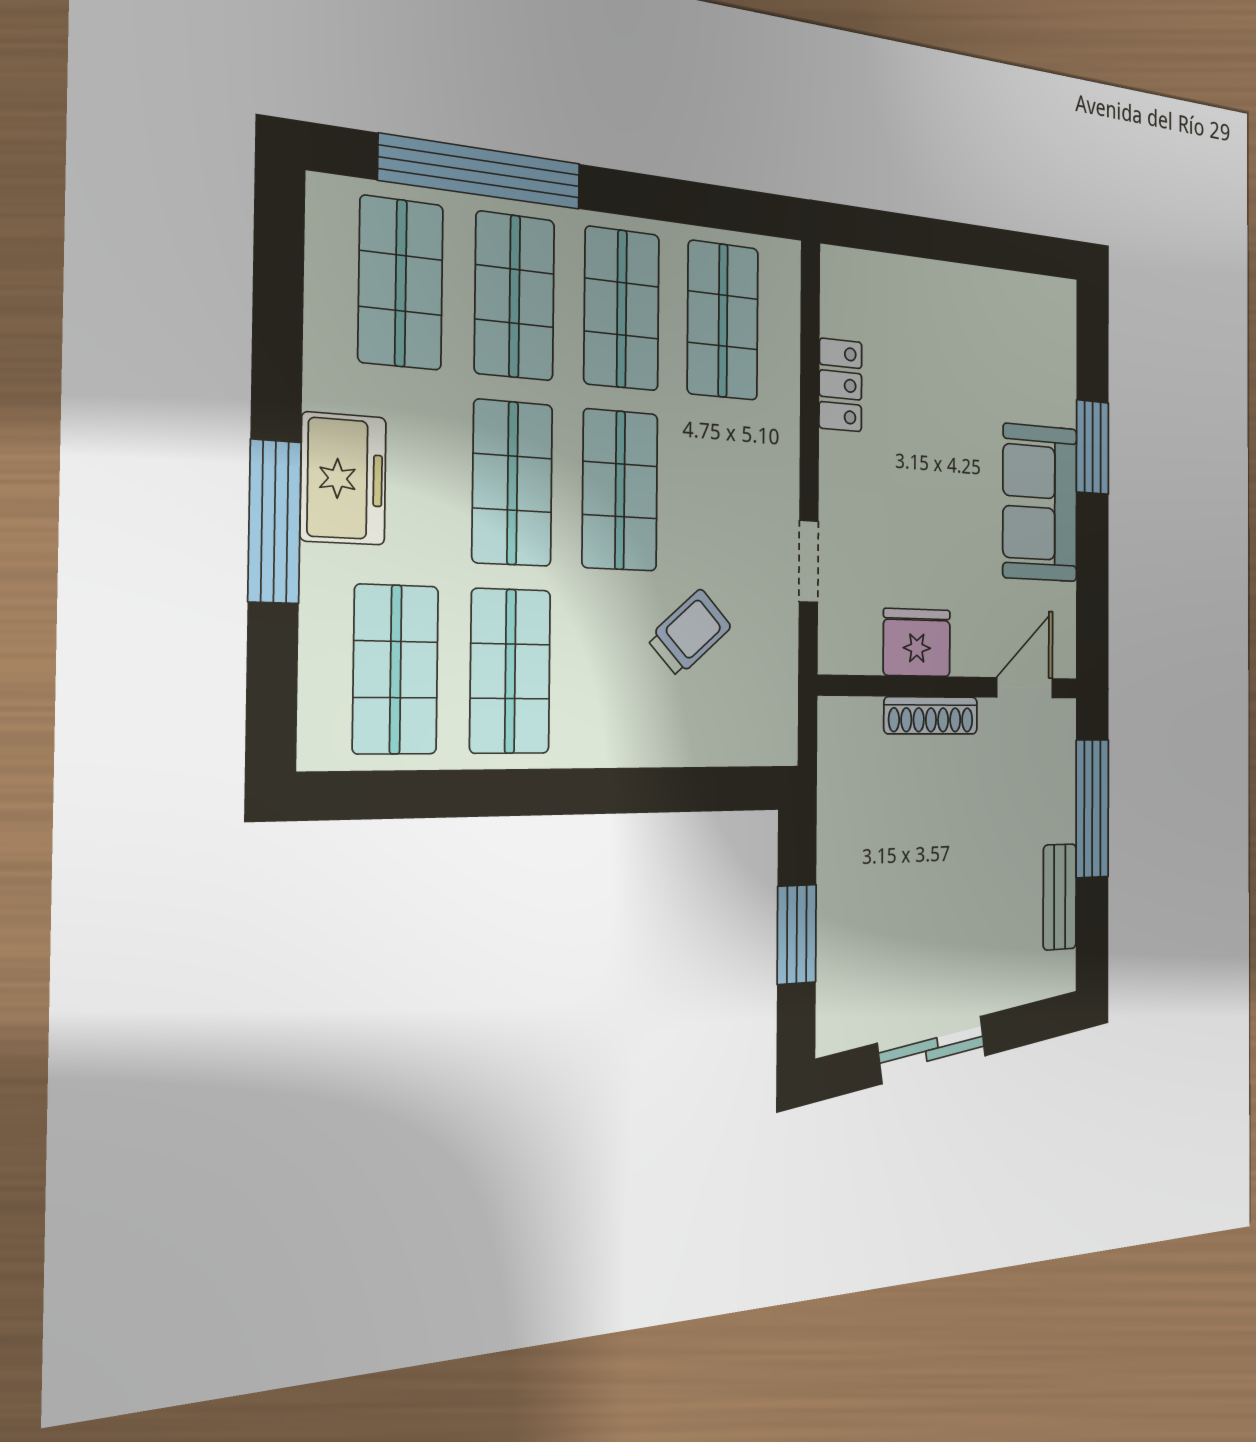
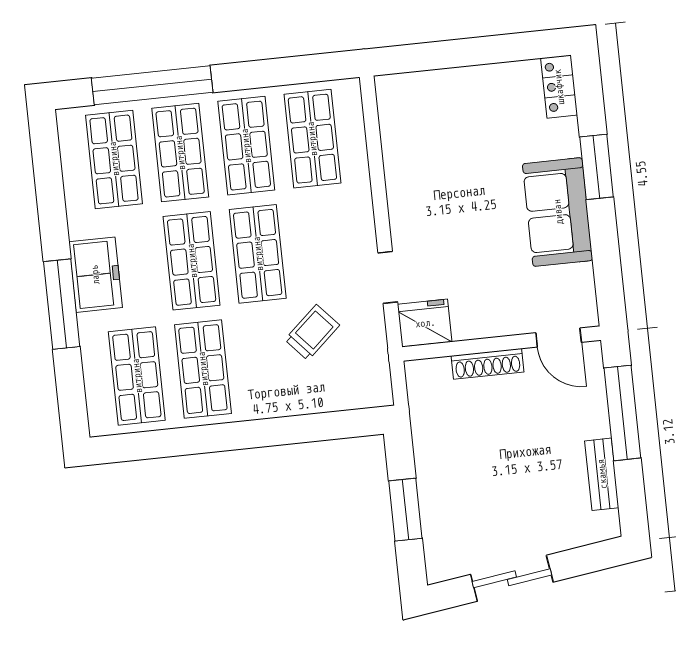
locker: (840, 385) -> (559, 87), moved, turned 180
fridge: (917, 643) -> (425, 323), moved
door: (1025, 688) -> (559, 337), swing flipped

